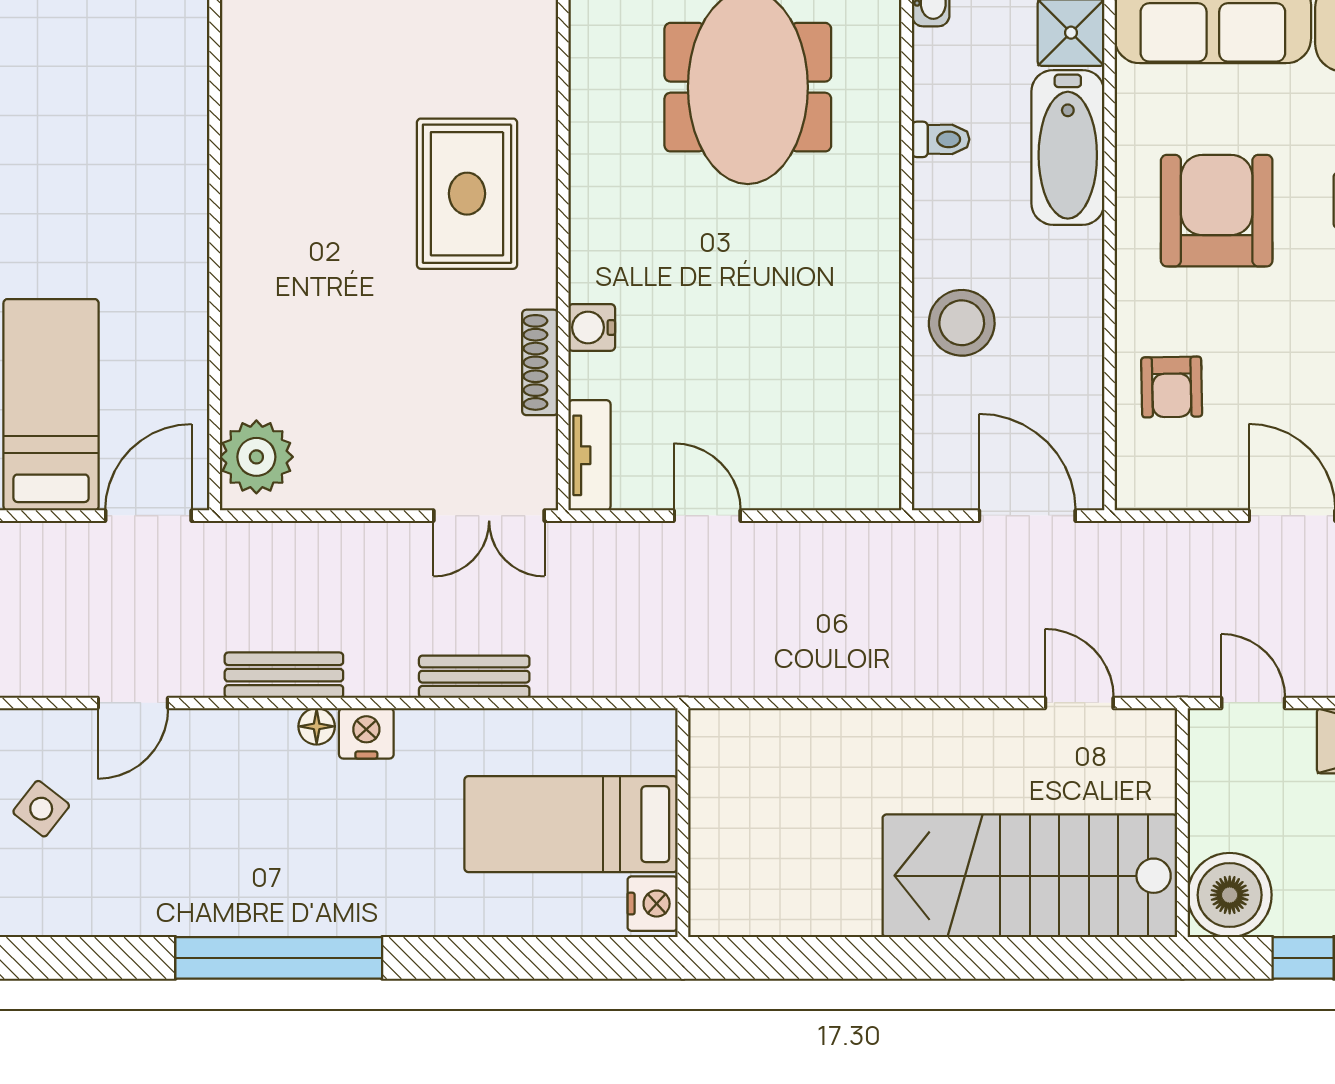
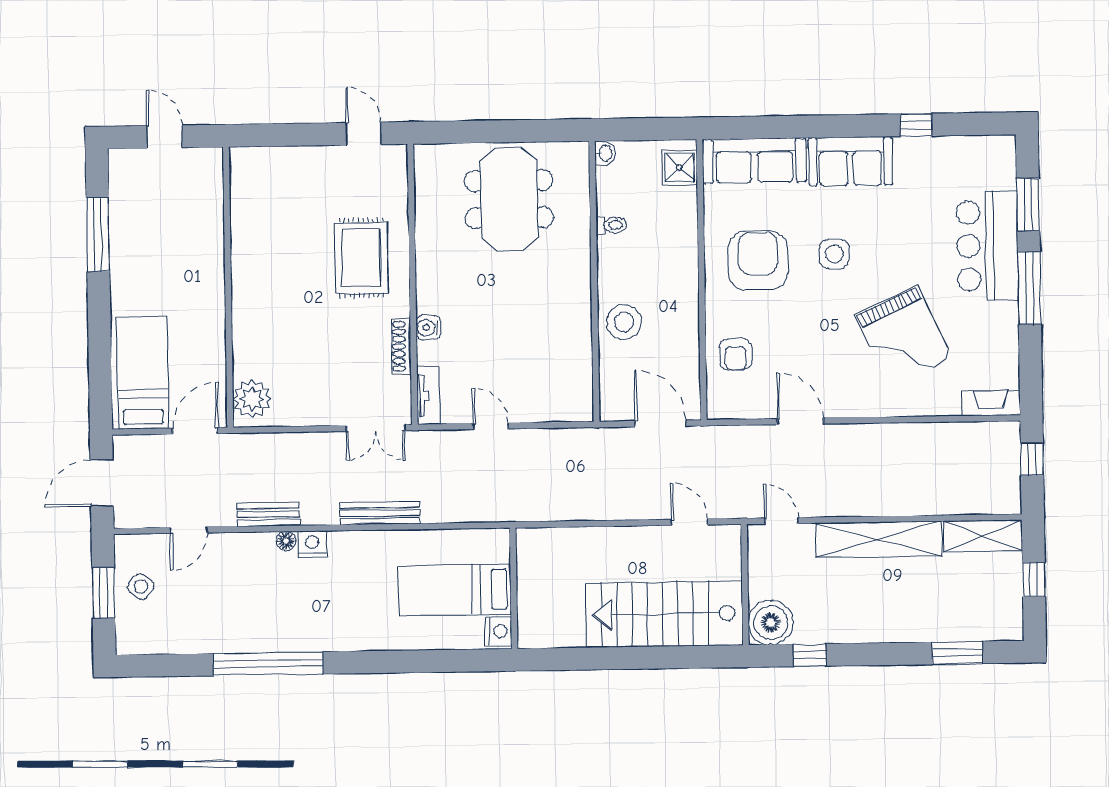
bathtub: (1068, 147) -> (679, 228), removed
bench: (474, 677) -> (380, 513), width x1.36
wall: (683, 823) -> (514, 588), moved
bed: (571, 824) -> (455, 590), moved
nightstand: (653, 904) -> (498, 631), moved

